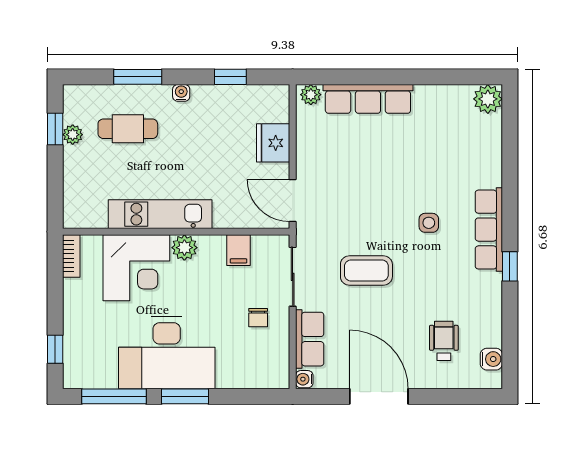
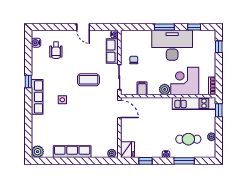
row of seats: (368, 99) -> (72, 152), moved
window: (55, 129) -> (219, 110), moved
fridge: (273, 143) -> (128, 150), moved
kitchen unit: (160, 214) -> (194, 103), moved
window: (114, 396) -> (194, 27), width x0.46
door: (379, 396) -> (83, 27), width x0.53

